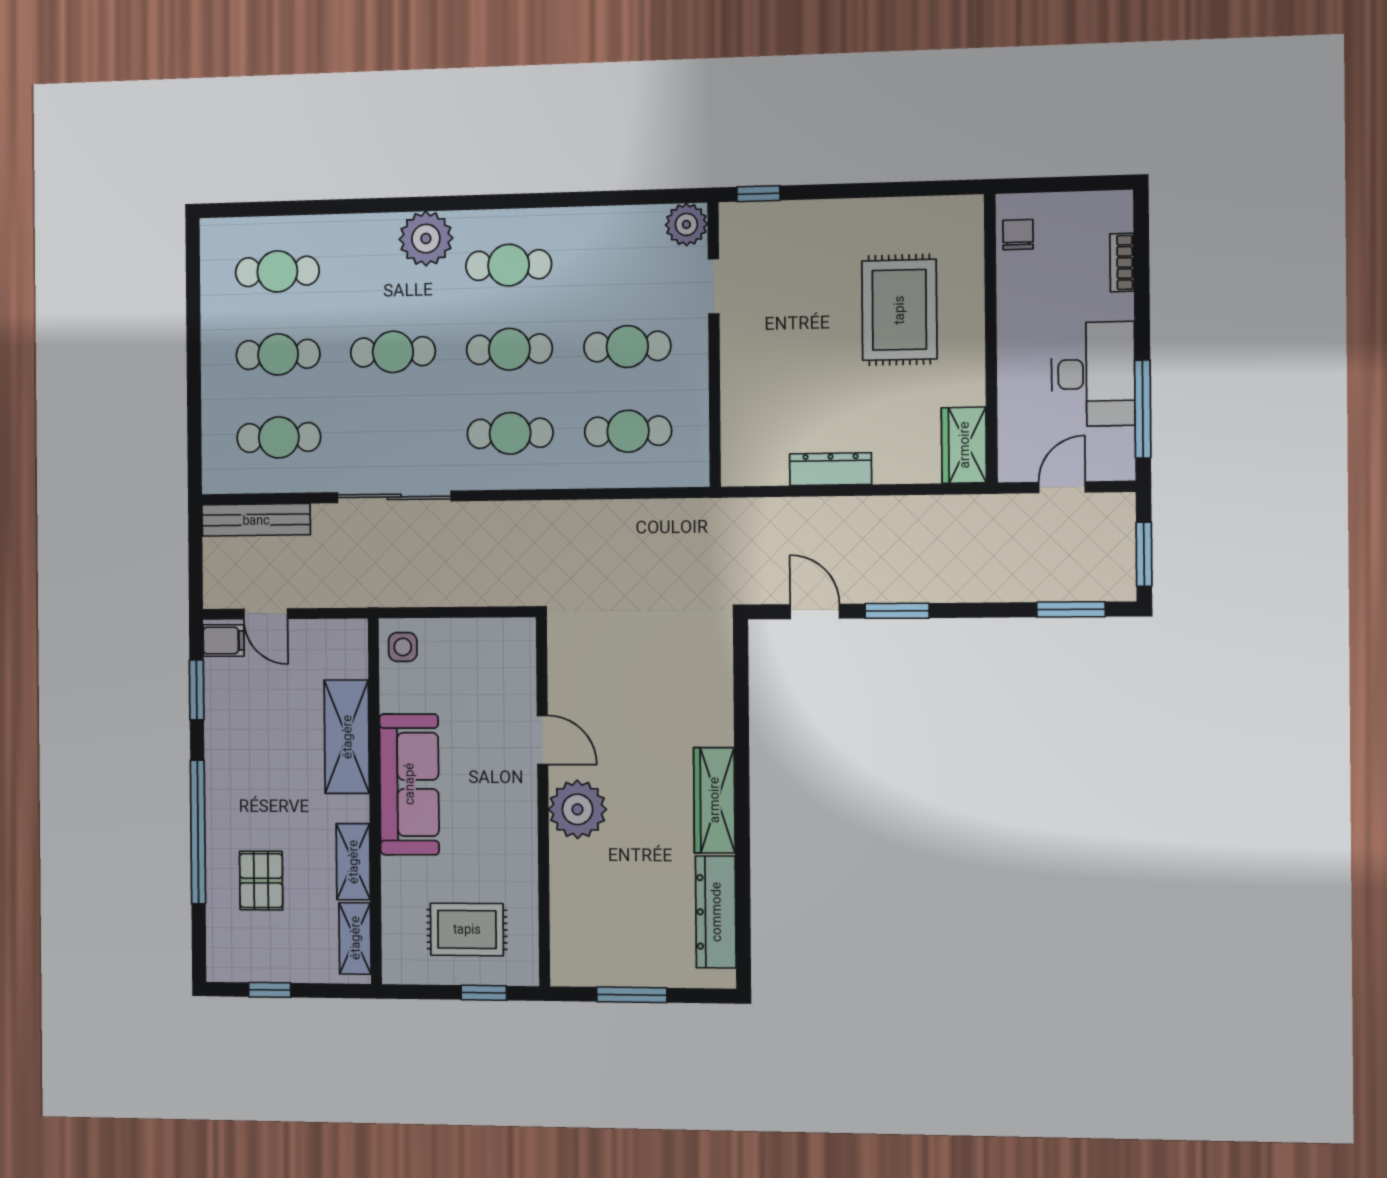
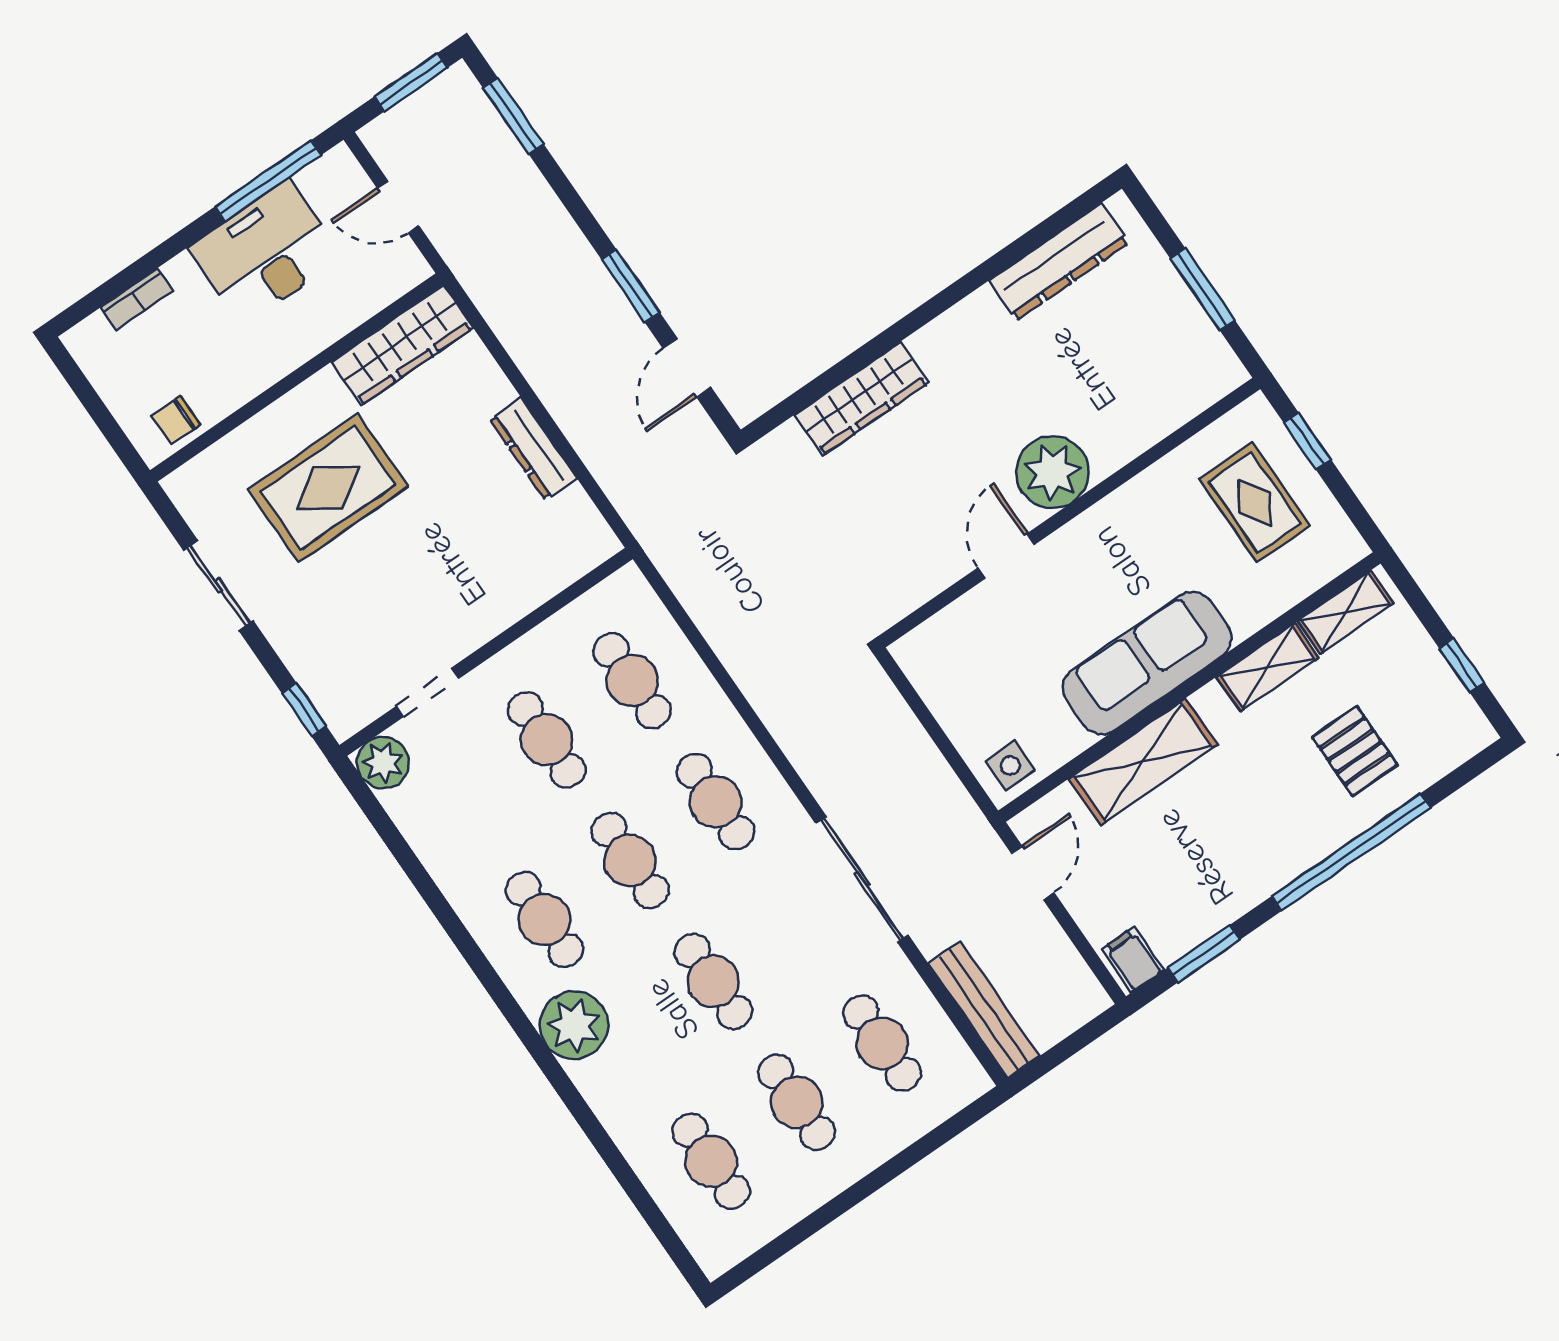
sliding door: (883, 190) -> (219, 586), added
wardrobe: (964, 445) -> (402, 345), width x1.50
door: (266, 614) -> (1033, 873), moved
wardrobe: (714, 800) -> (861, 399), moved
pallet: (261, 881) -> (1355, 751), turned 90

